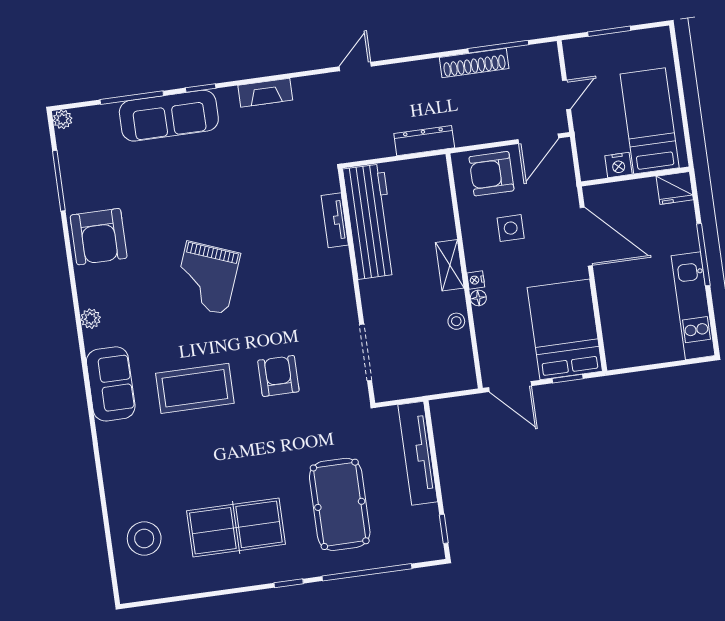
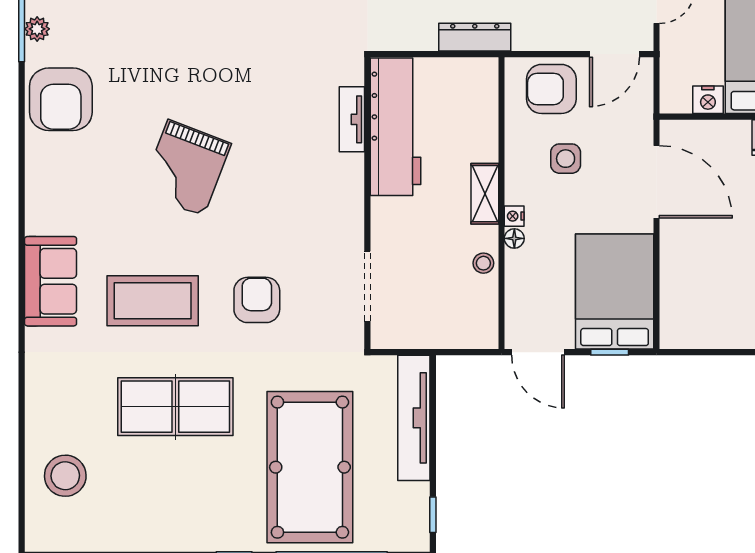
plant: (91, 319) -> (37, 29), moved
pool table: (340, 504) -> (310, 467), width x1.36, depth x1.32
table tennis table: (236, 528) -> (175, 407), moved

